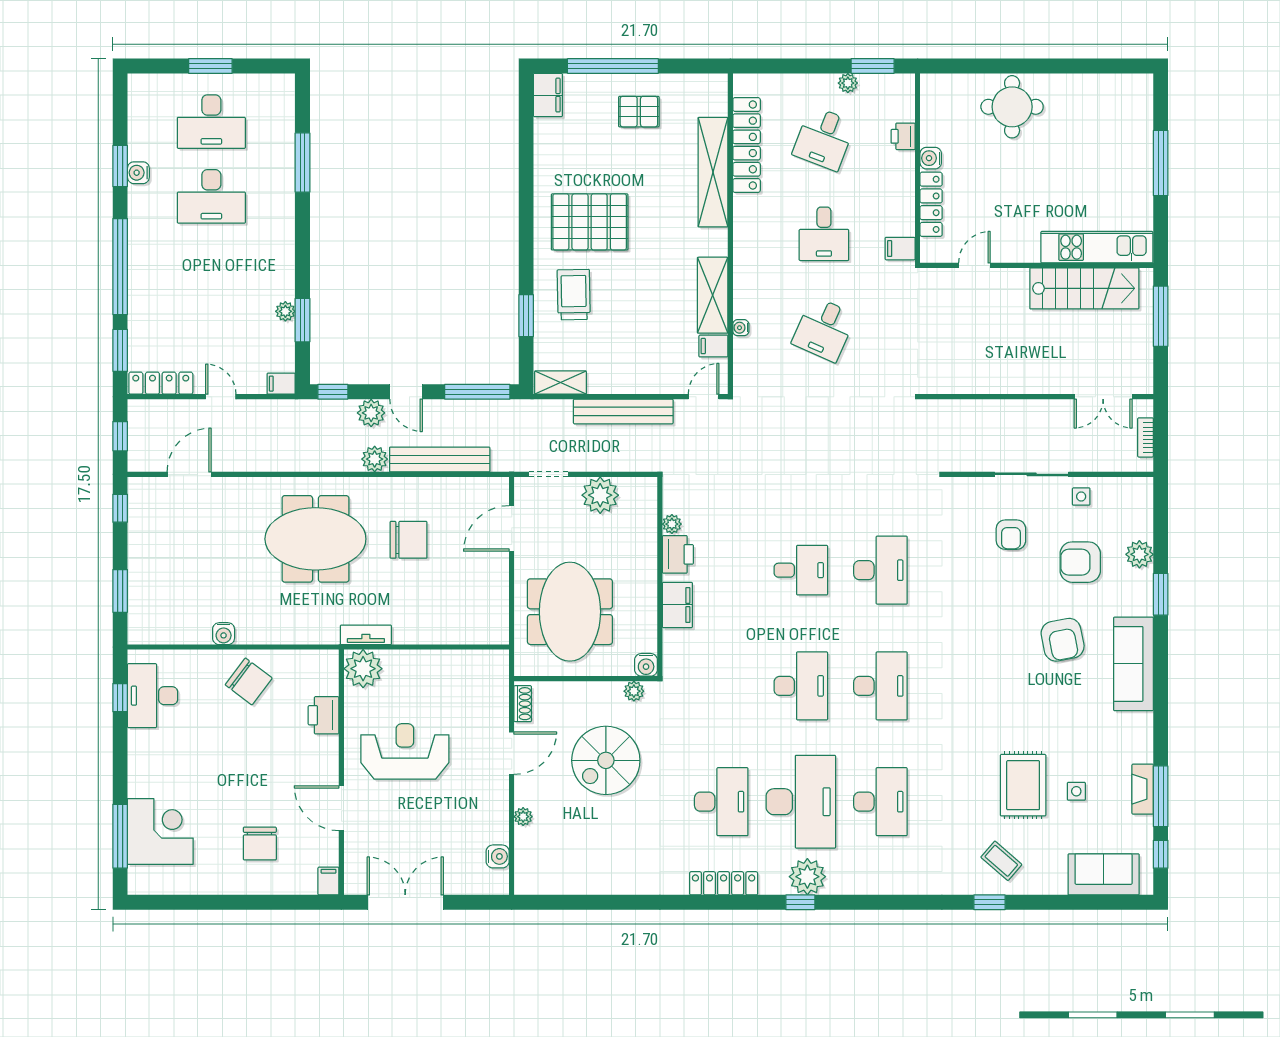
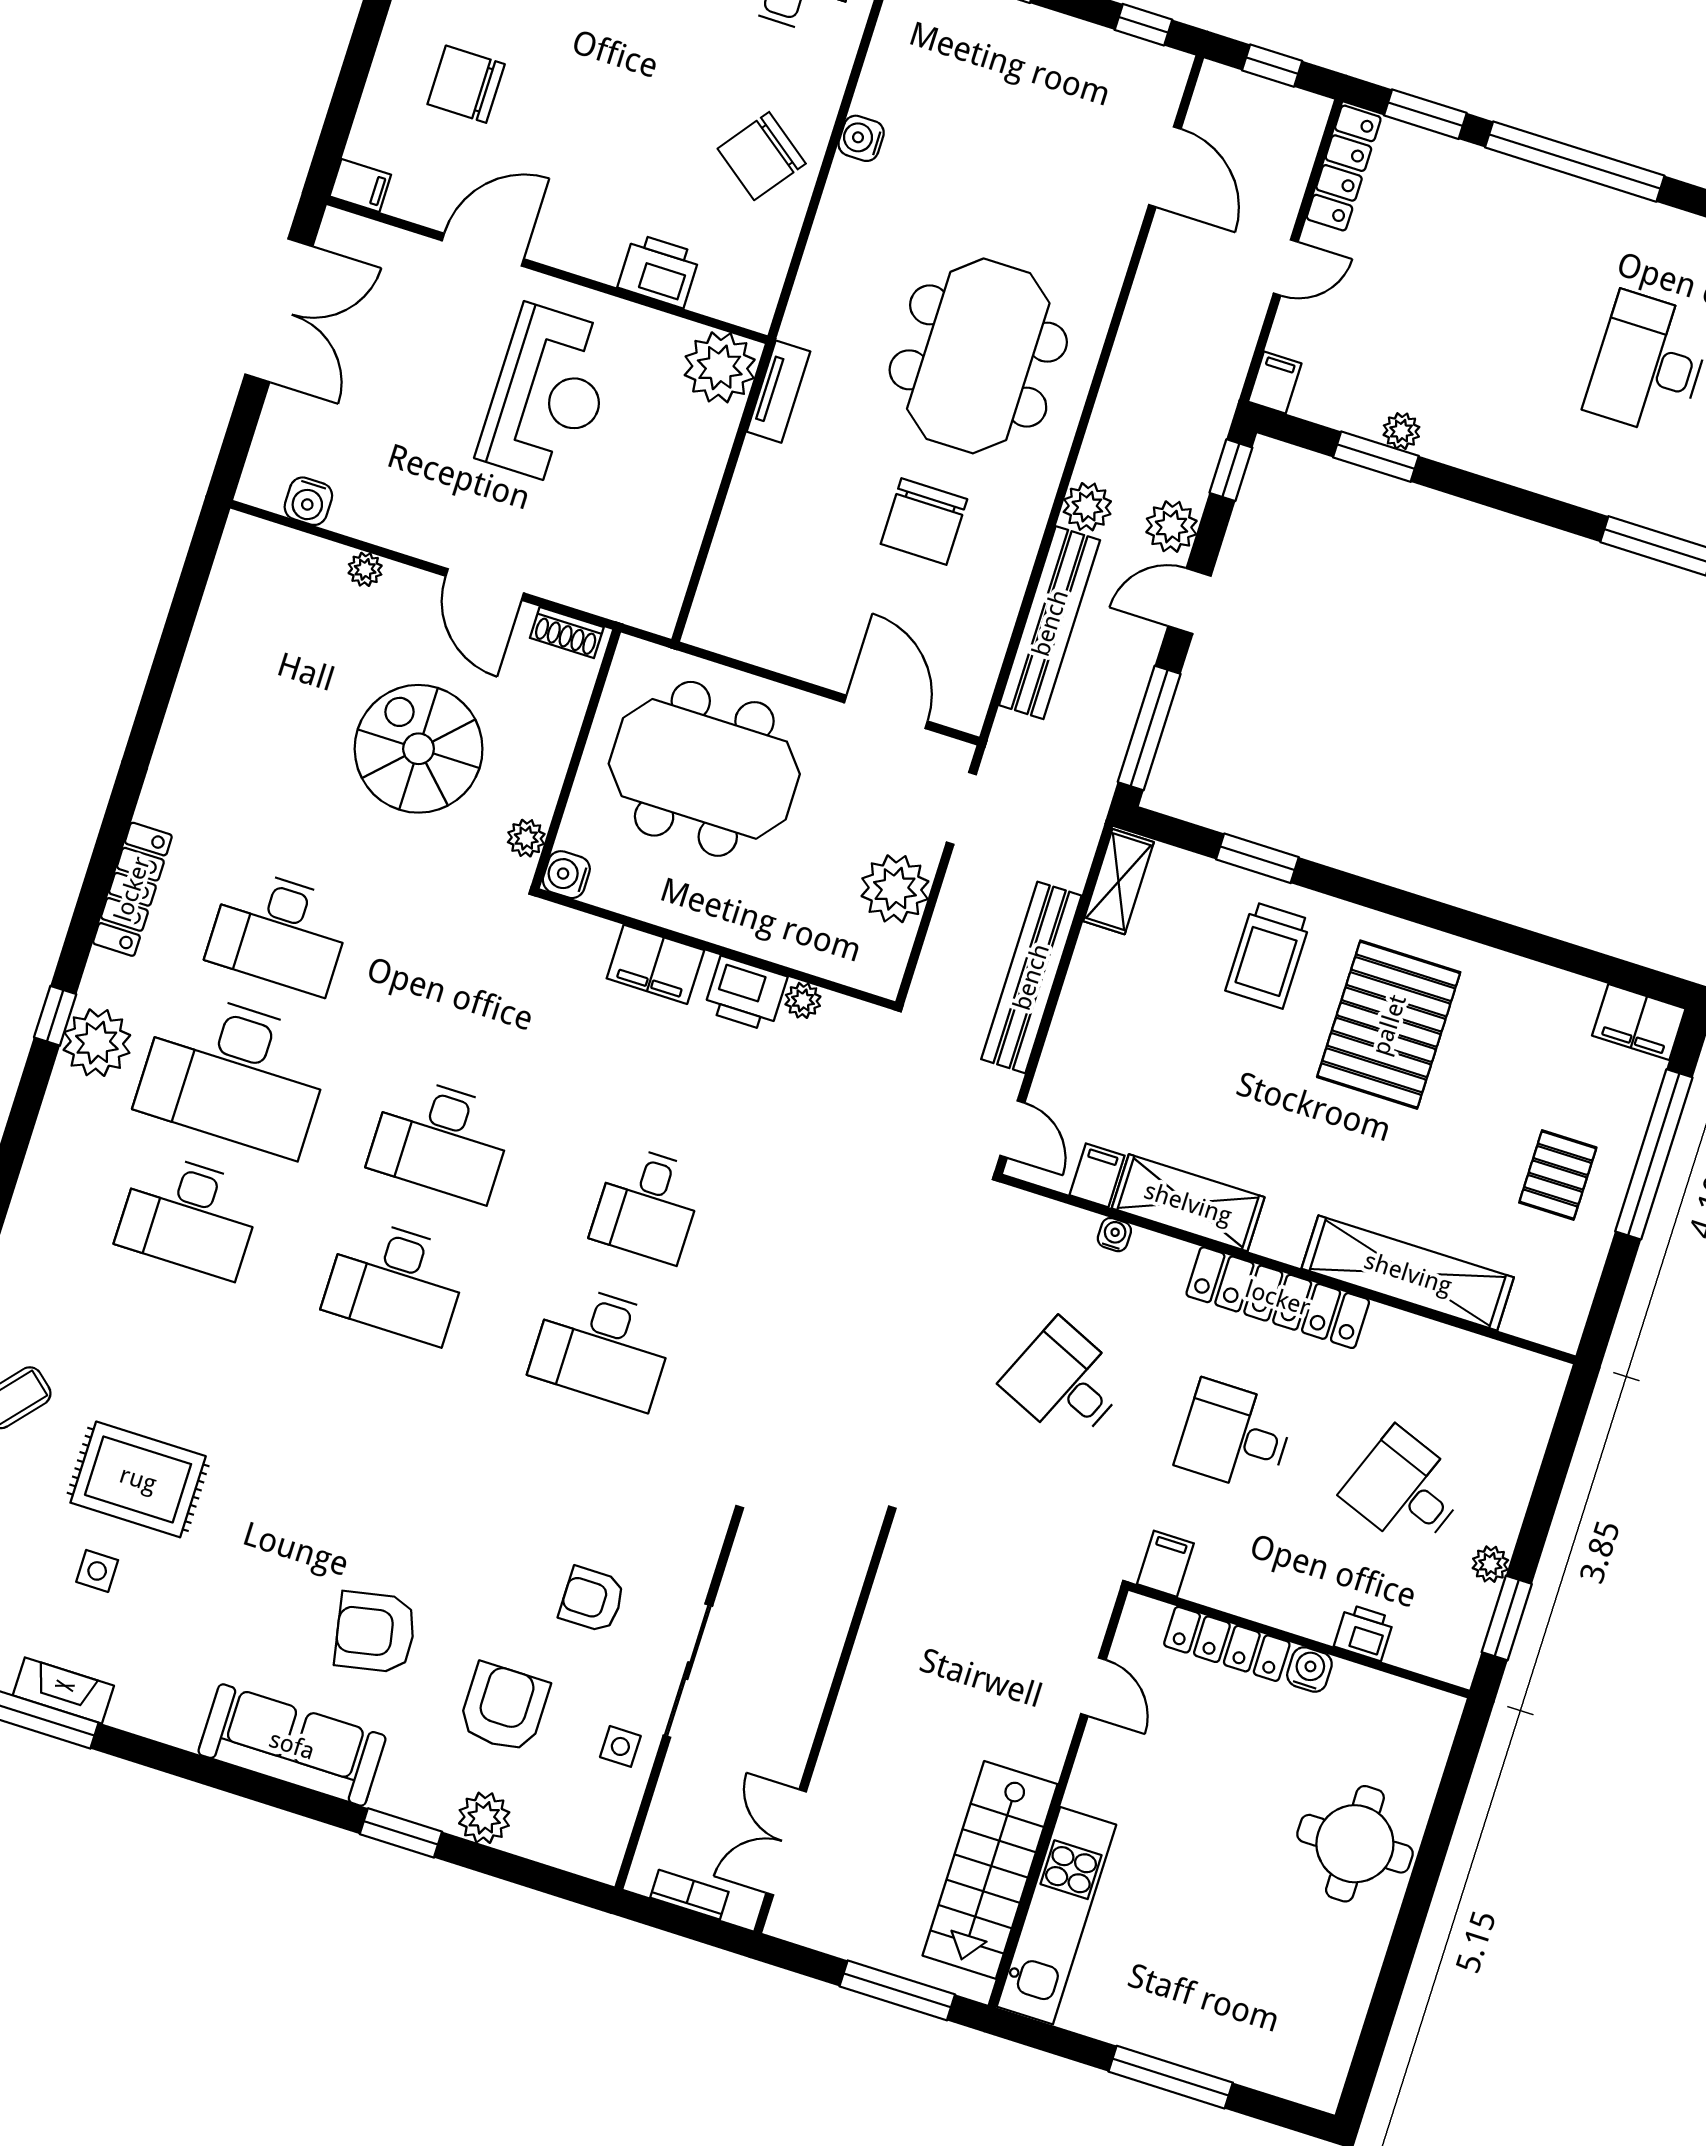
locker: (747, 145) -> (1278, 1298), moved
trolley: (574, 295) -> (1268, 955), turned 91

